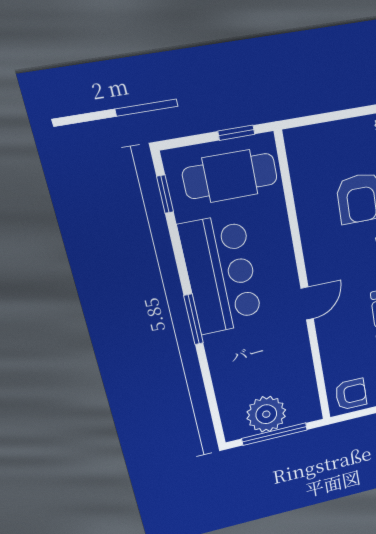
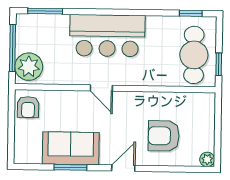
bar counter: (221, 275) -> (107, 36), moved
window: (194, 319) -> (45, 11), moved
plant: (266, 414) -> (29, 67), moved

